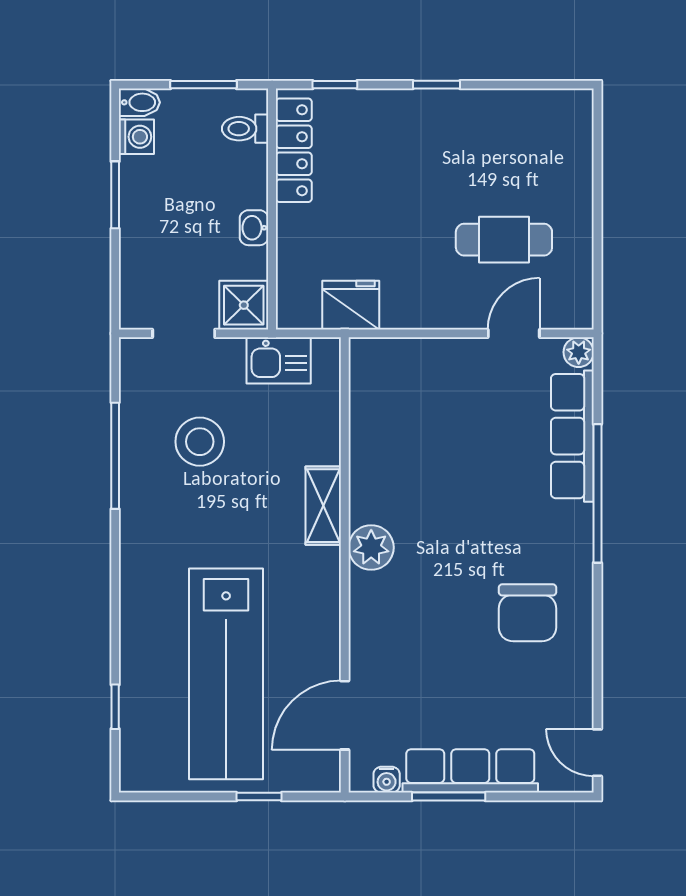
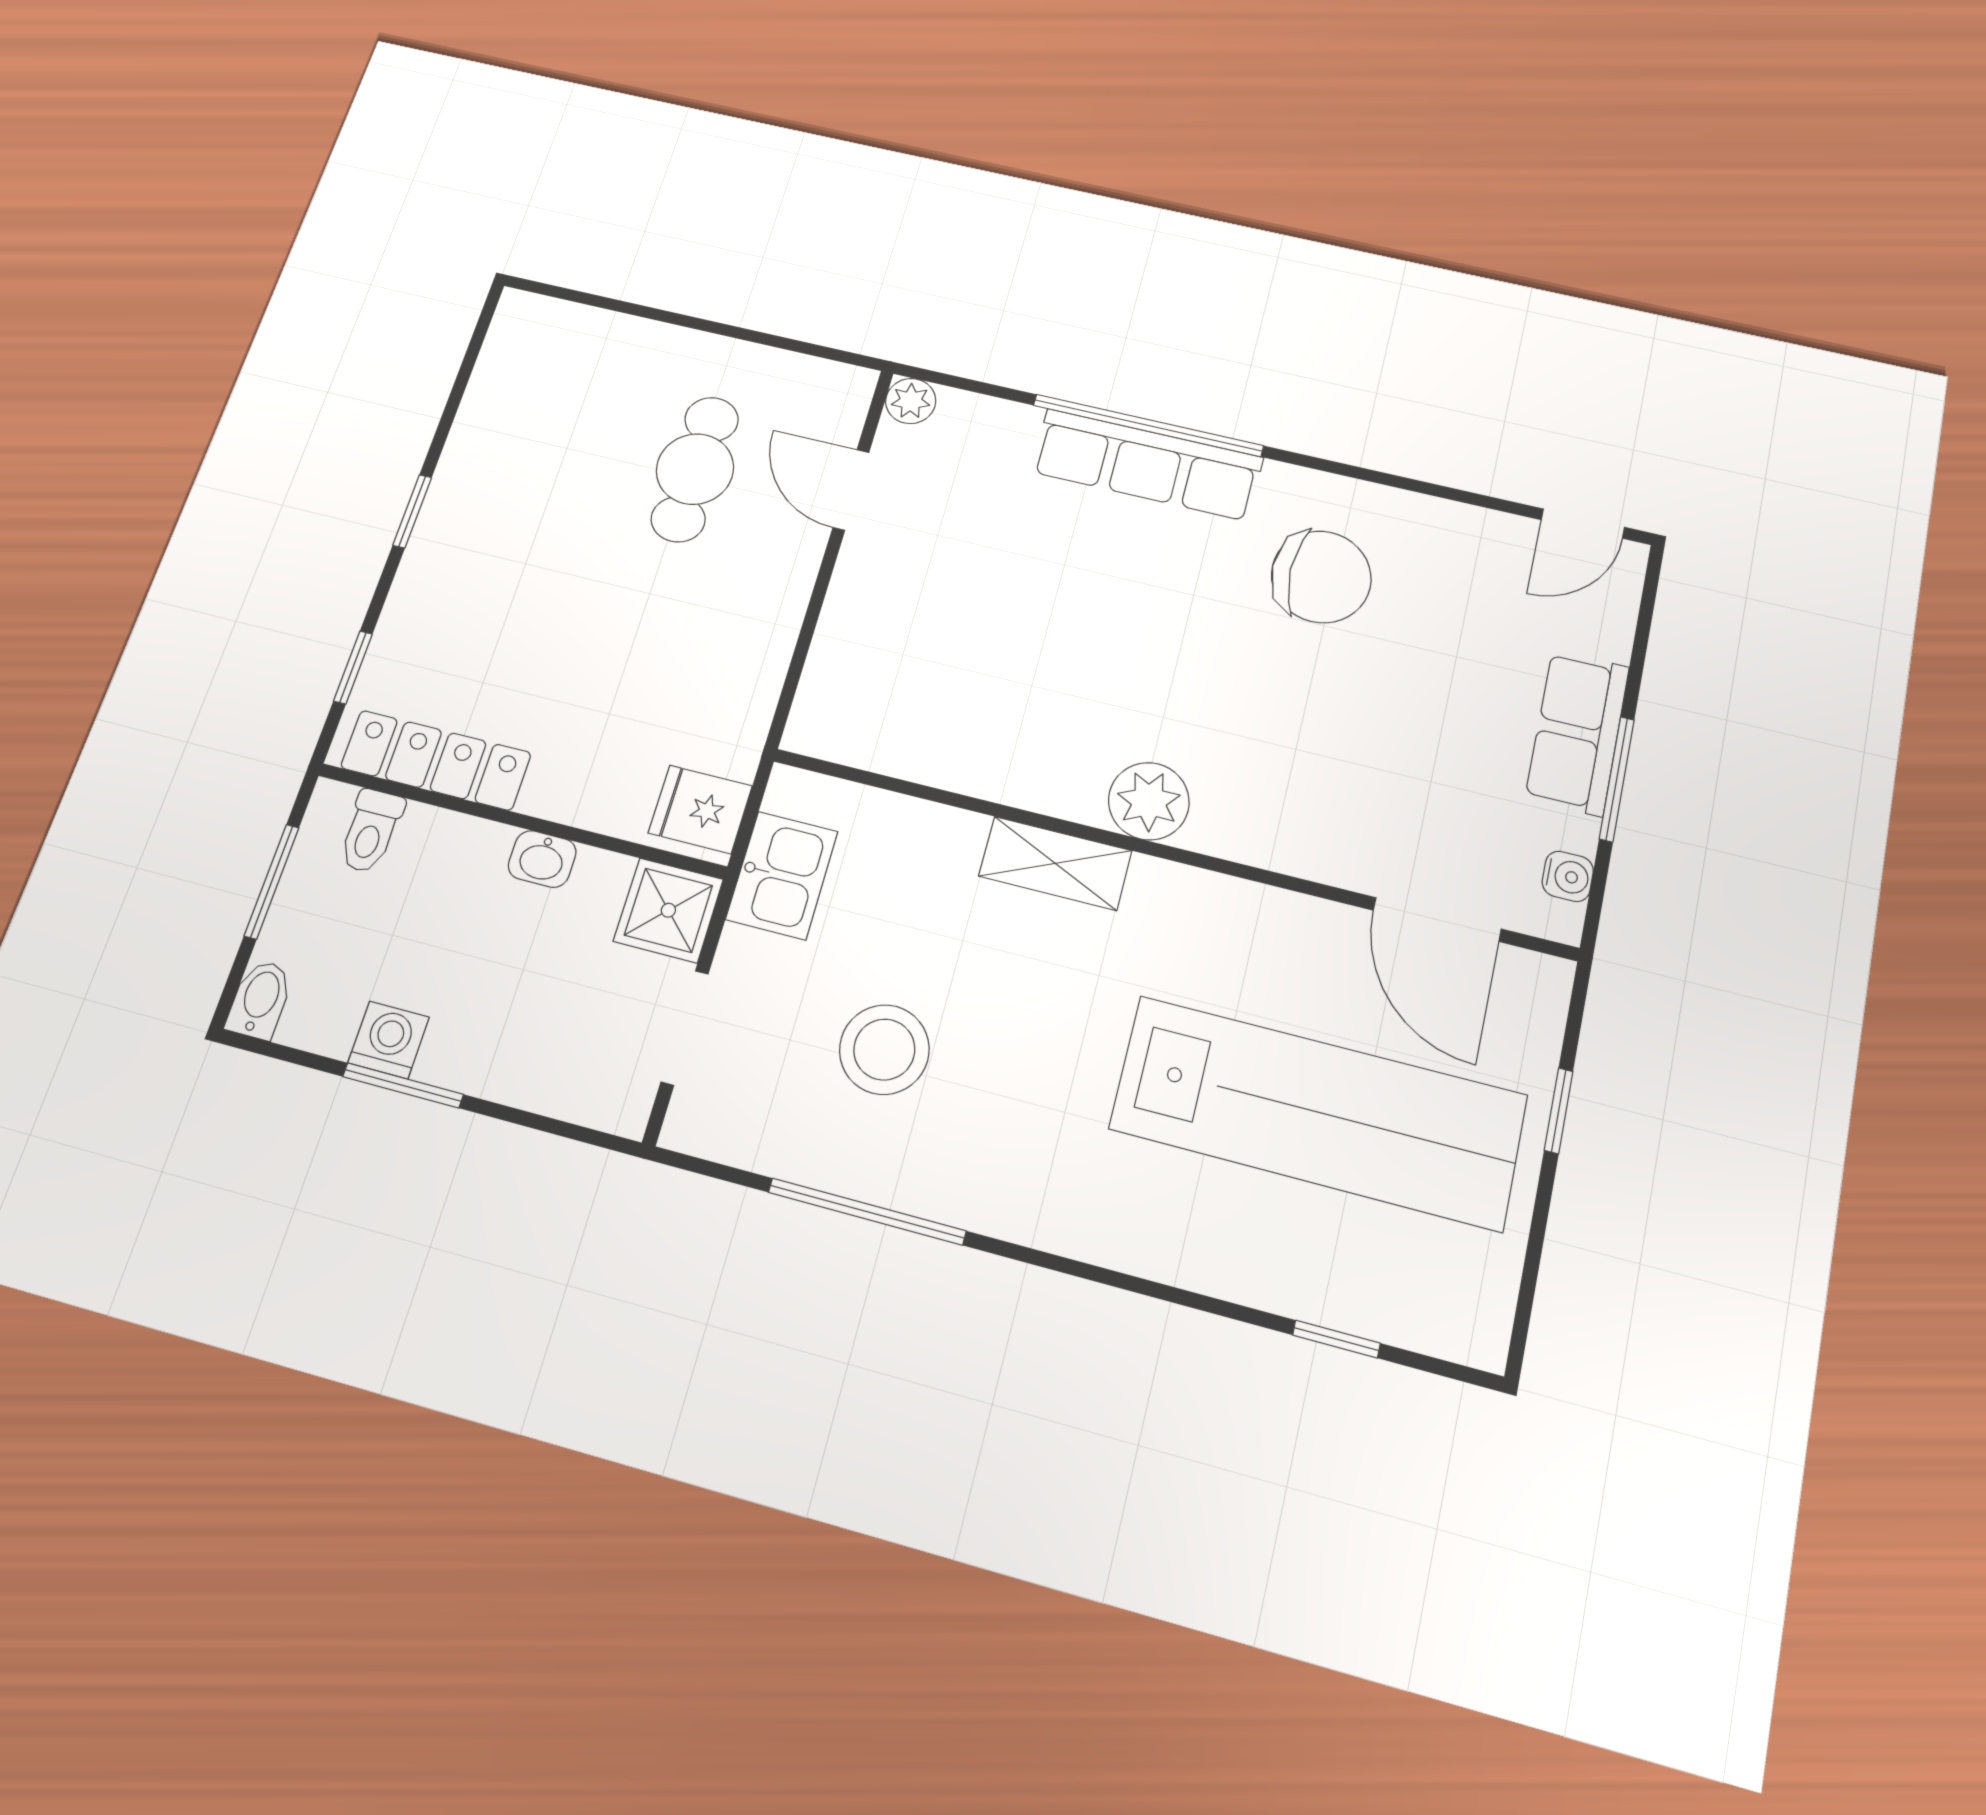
washing machine: (136, 137) -> (389, 1040), moved
fridge: (351, 305) -> (700, 809), moved, width x0.72
row of seats: (572, 436) -> (1147, 465), moved
row of seats: (470, 771) -> (1577, 732), width x0.68

